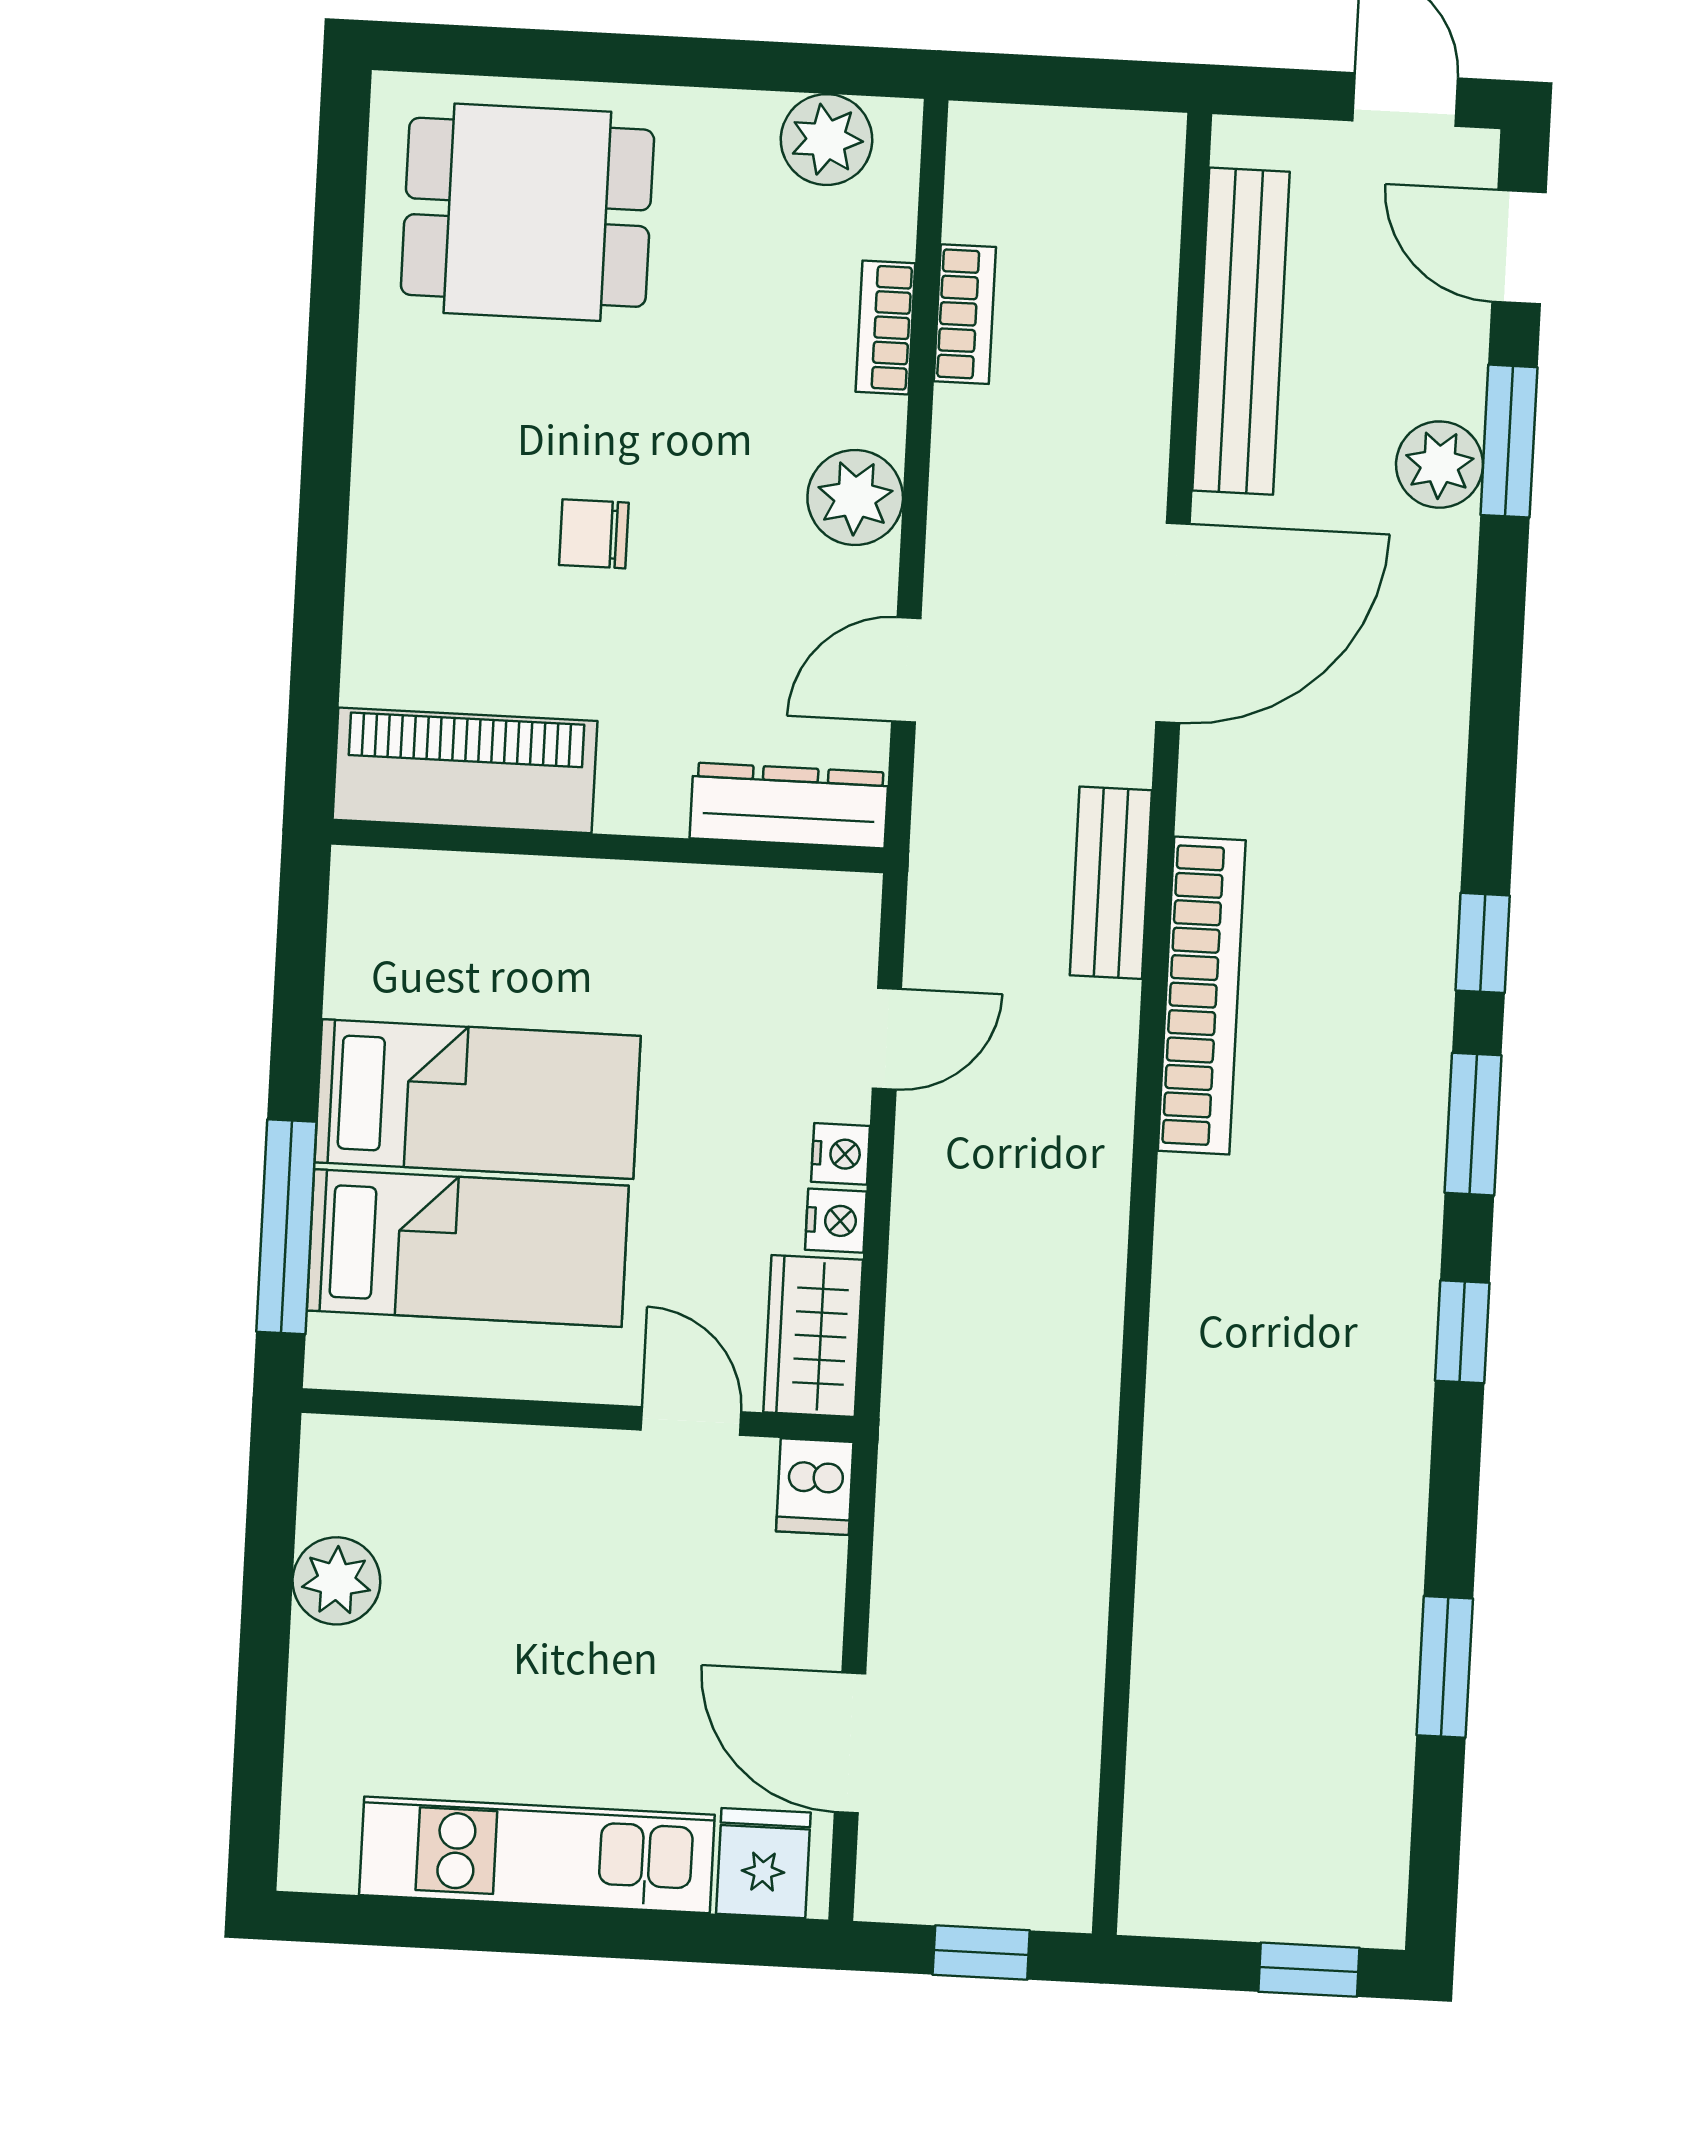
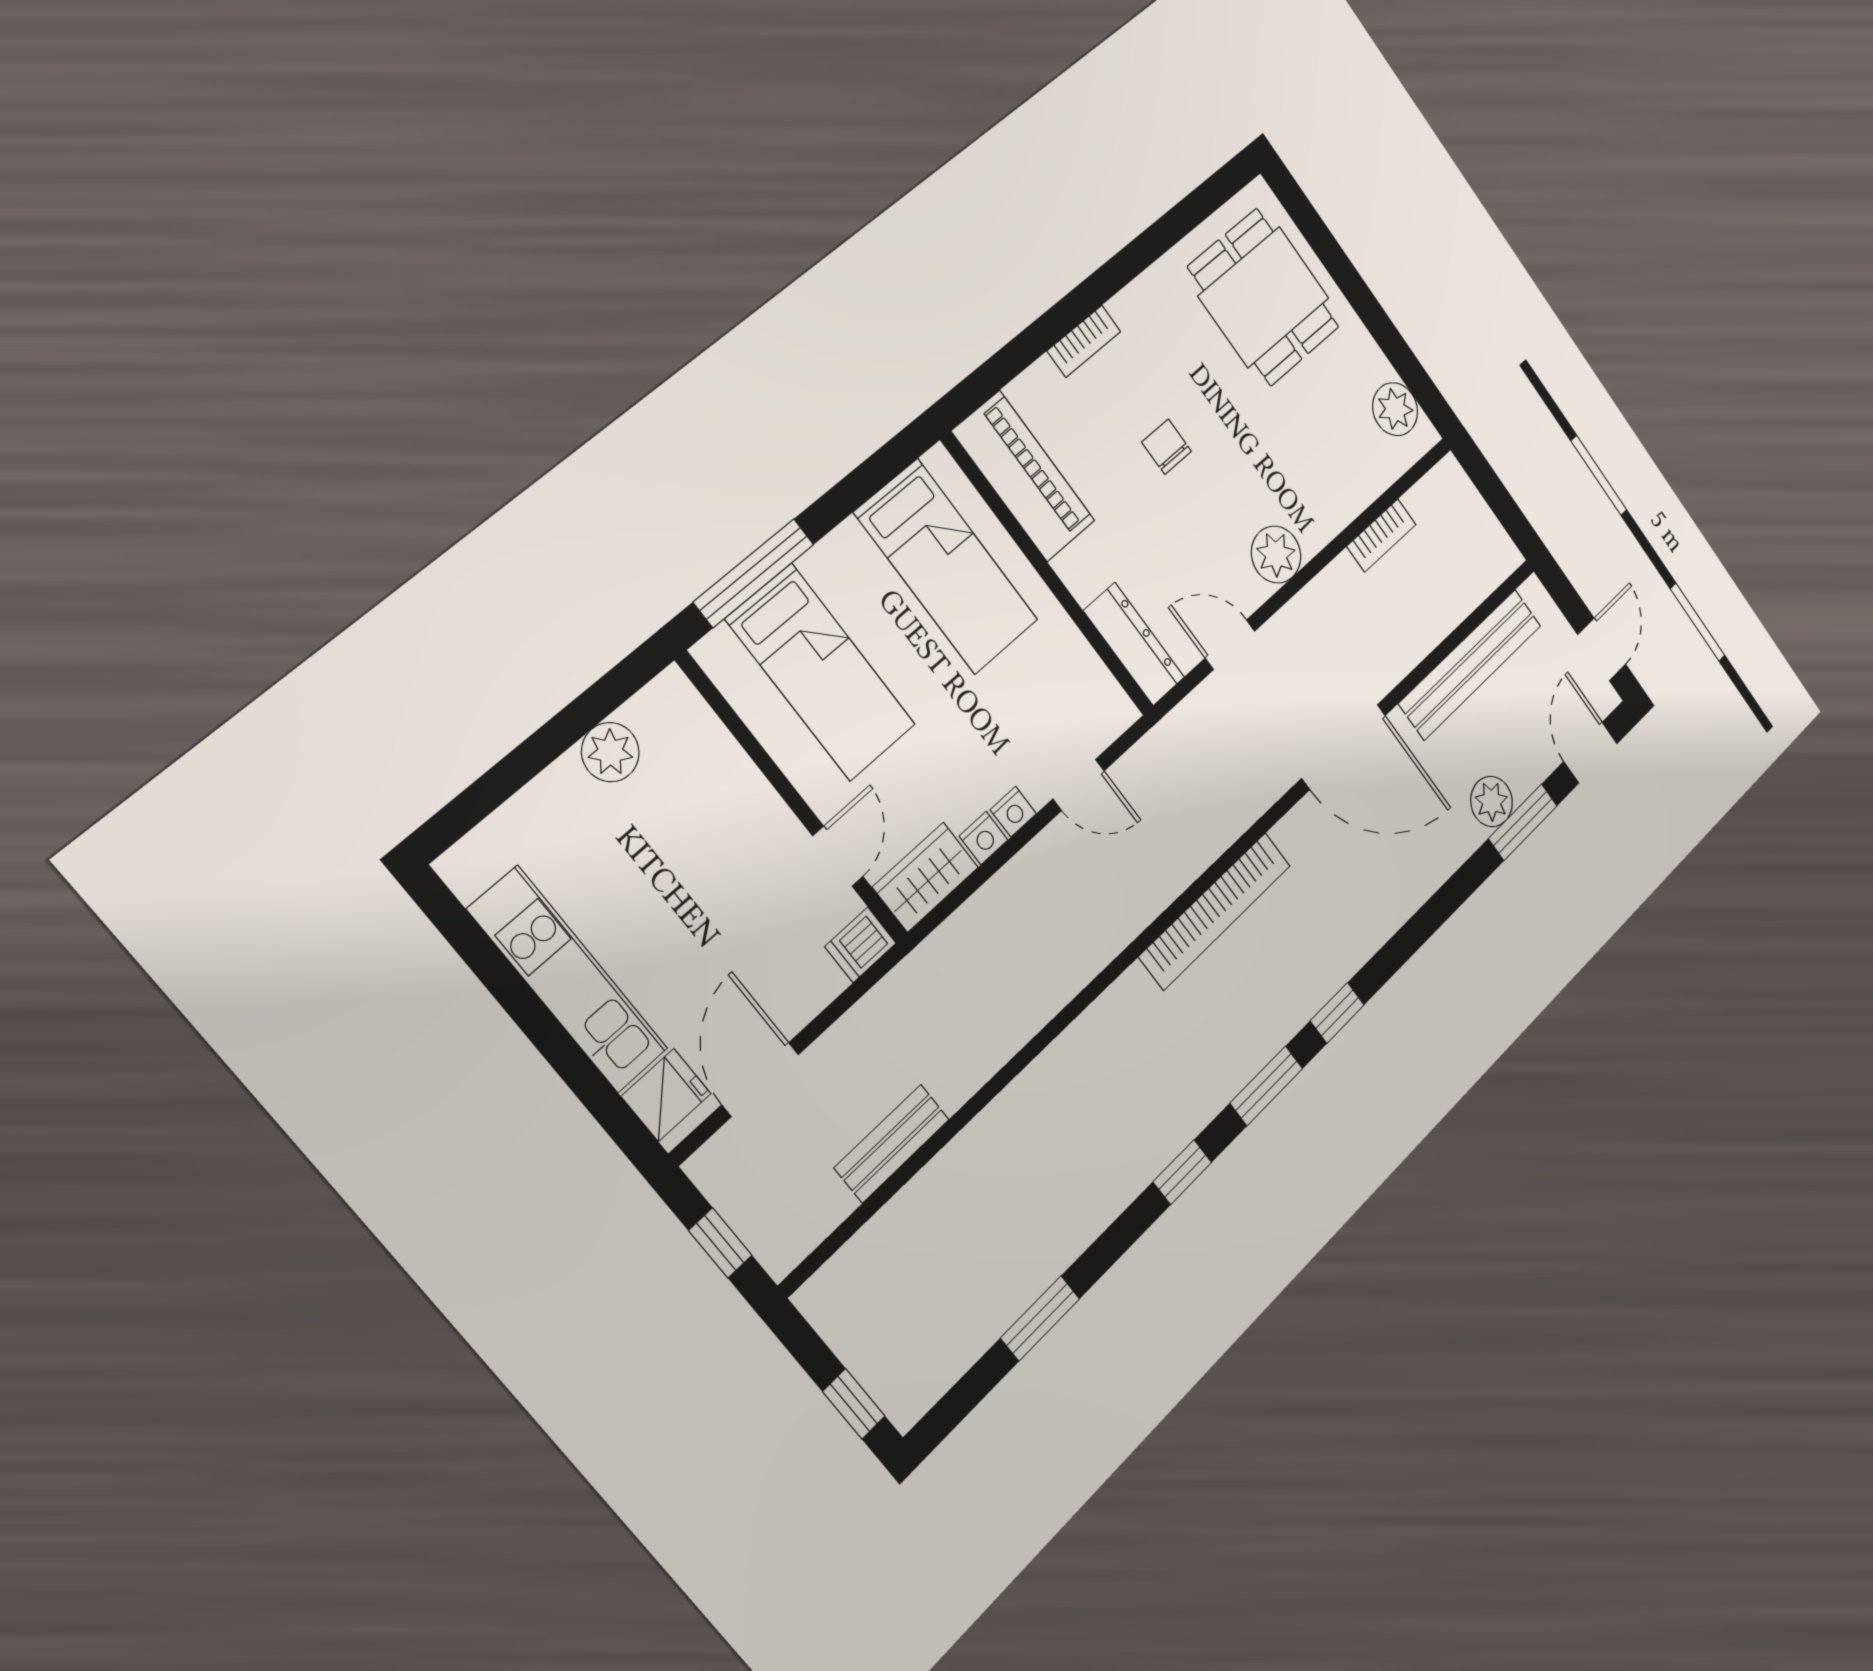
bookcase: (885, 327) -> (1084, 341), moved, turned 180
bench: (1111, 883) -> (892, 1144), moved
bed: (478, 1099) -> (946, 567), moved

